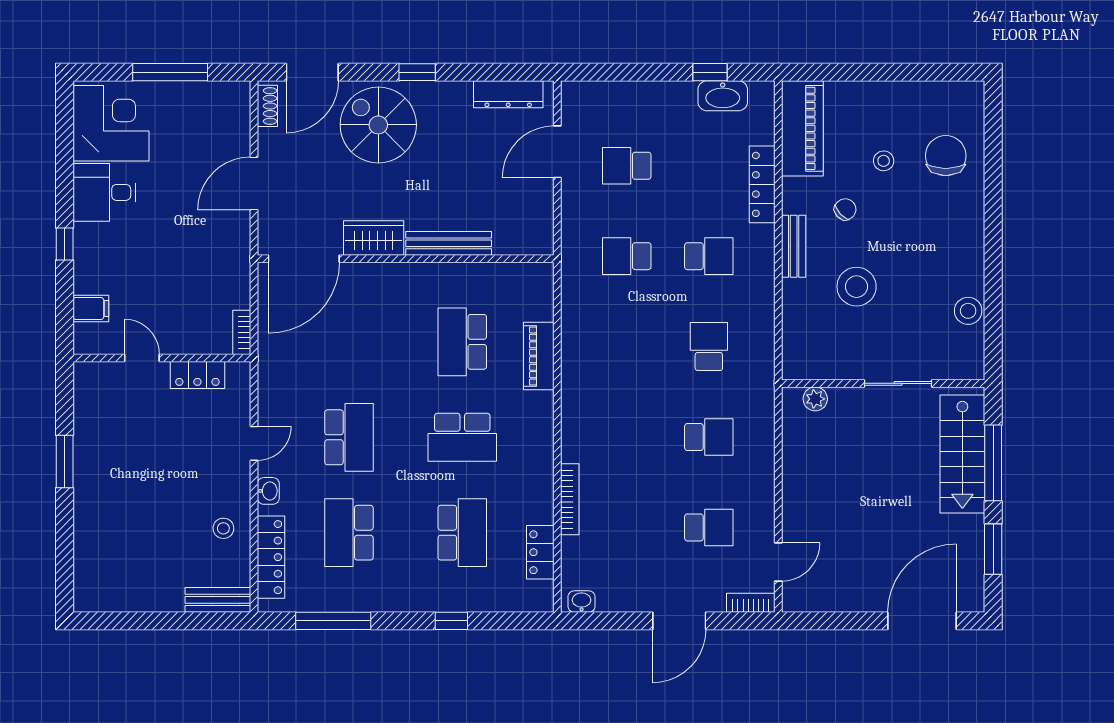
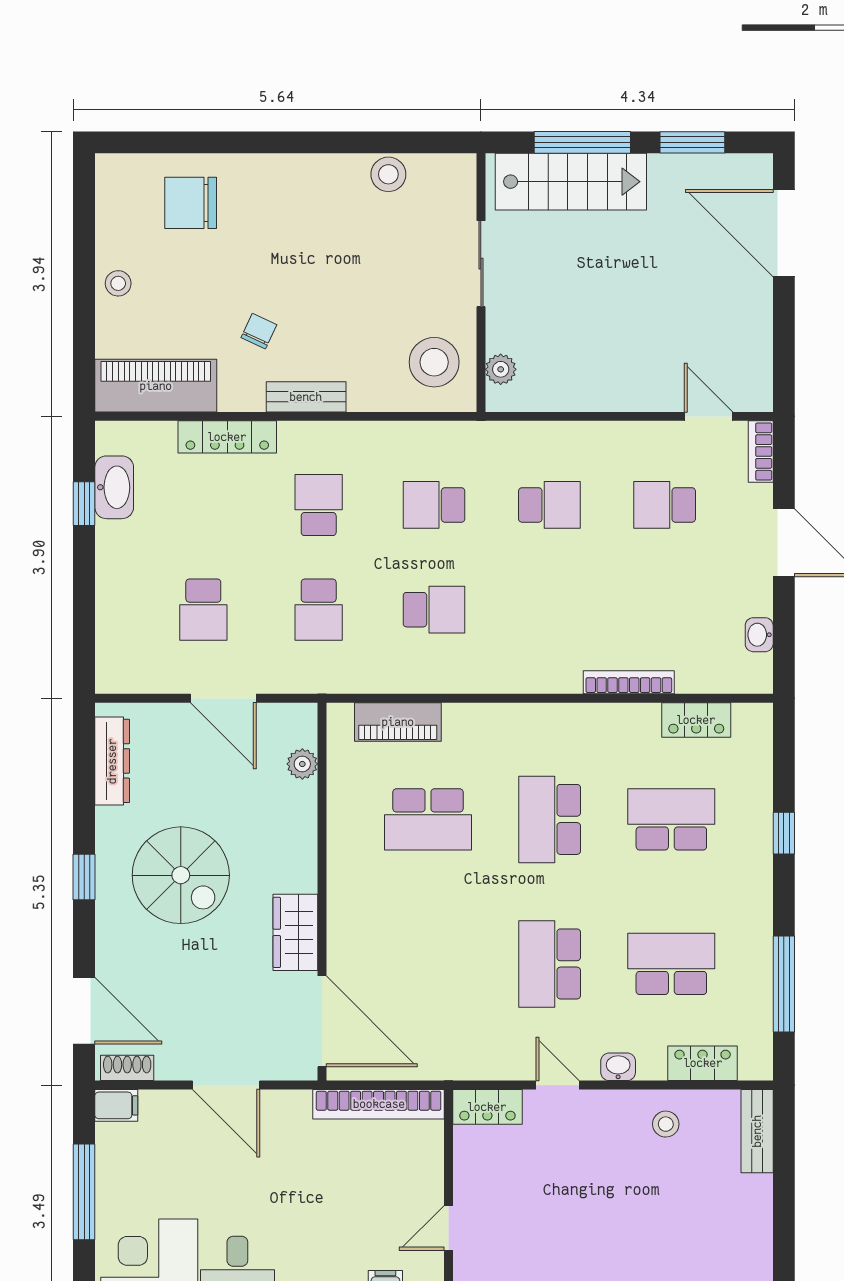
filing cabinet: (238, 97) -> (116, 1105), added
spiral stairs: (378, 125) -> (181, 875), moved, turned -90
door: (557, 152) -> (223, 698), moved
stool: (884, 161) -> (118, 283), moved
chair: (845, 209) -> (259, 331), turned 68
bench: (449, 243) -> (302, 837), removed
plant: (506, 243) -> (302, 764), added
stool: (857, 287) -> (434, 362), moved
bookcase: (242, 332) -> (379, 1104), width x2.31, depth x1.31
school desk: (627, 347) -> (434, 610), added
piano: (539, 356) -> (398, 722), moved
locker: (197, 375) -> (487, 1107), moved, turned 90
school desk: (349, 437) -> (550, 964), turned -90
school desk: (462, 437) -> (550, 819), turned 180
school desk: (709, 437) -> (549, 505), turned 90
school desk: (709, 527) -> (665, 505), turned -90
school desk: (349, 533) -> (671, 964), turned 180
locker: (271, 557) -> (703, 1063), width x0.66
washbasin: (582, 602) -> (759, 635), moved

